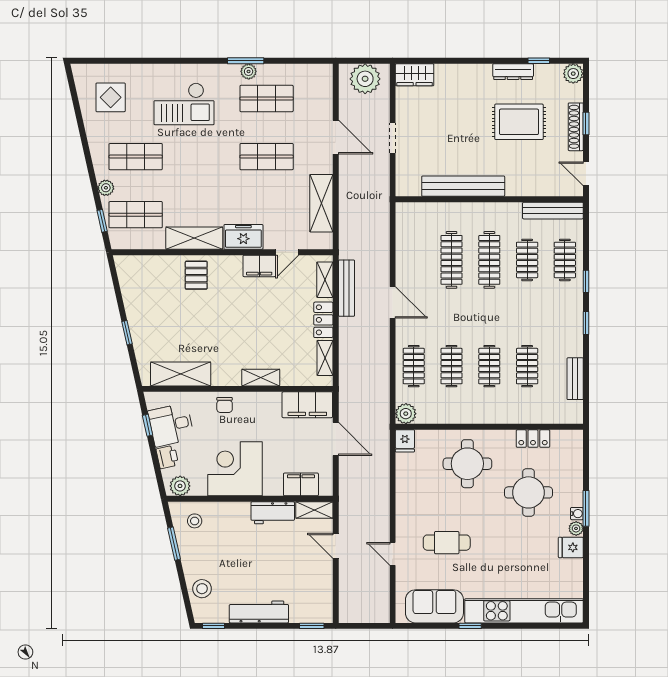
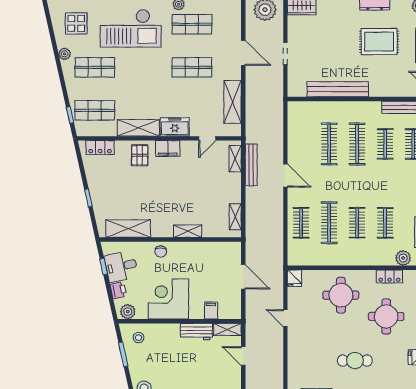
checkout: (184, 104) -> (131, 28), width x1.36, depth x1.21
plant: (106, 188) -> (65, 54), moved
filing cabinet: (259, 266) -> (168, 148), moved
locker: (323, 320) -> (100, 148), moved, turned -90
clothes rail: (452, 366) -> (329, 223), width x1.36
filing cabinet: (307, 405) -> (222, 251), removed
plant: (406, 414) -> (403, 258), moved
filing cabinet: (301, 484) -> (211, 310), width x0.50
cafe table: (447, 543) -> (355, 361), moved
door: (393, 554) -> (285, 318), moved

